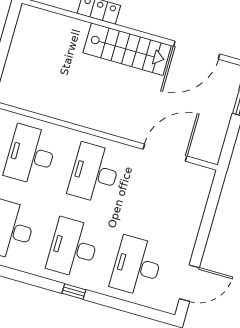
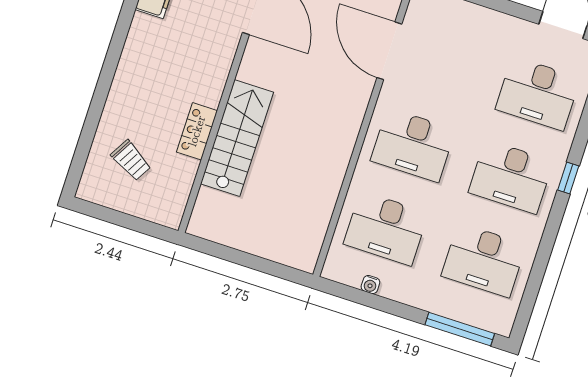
stairs: (127, 49) -> (237, 138), moved

